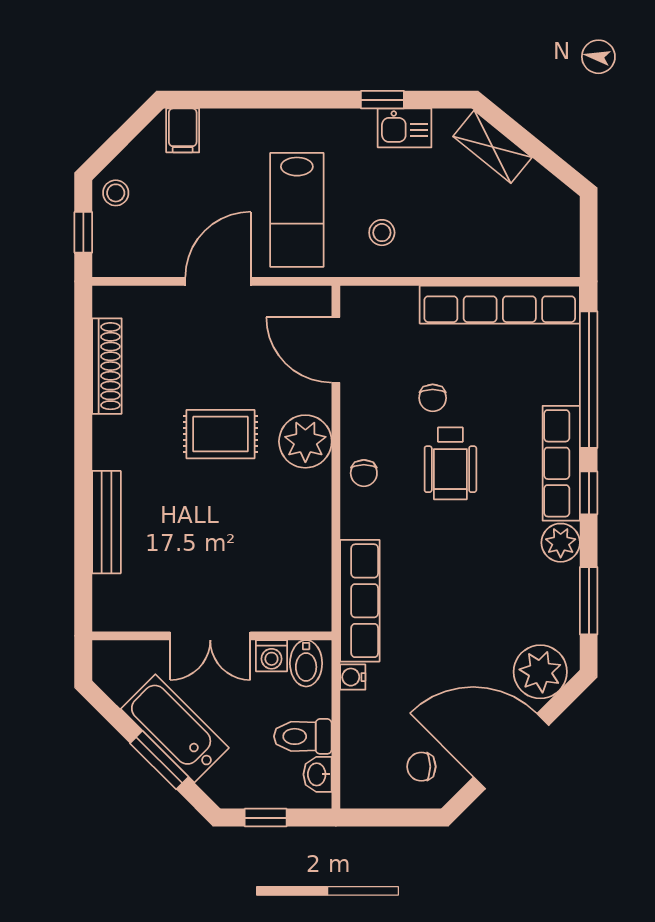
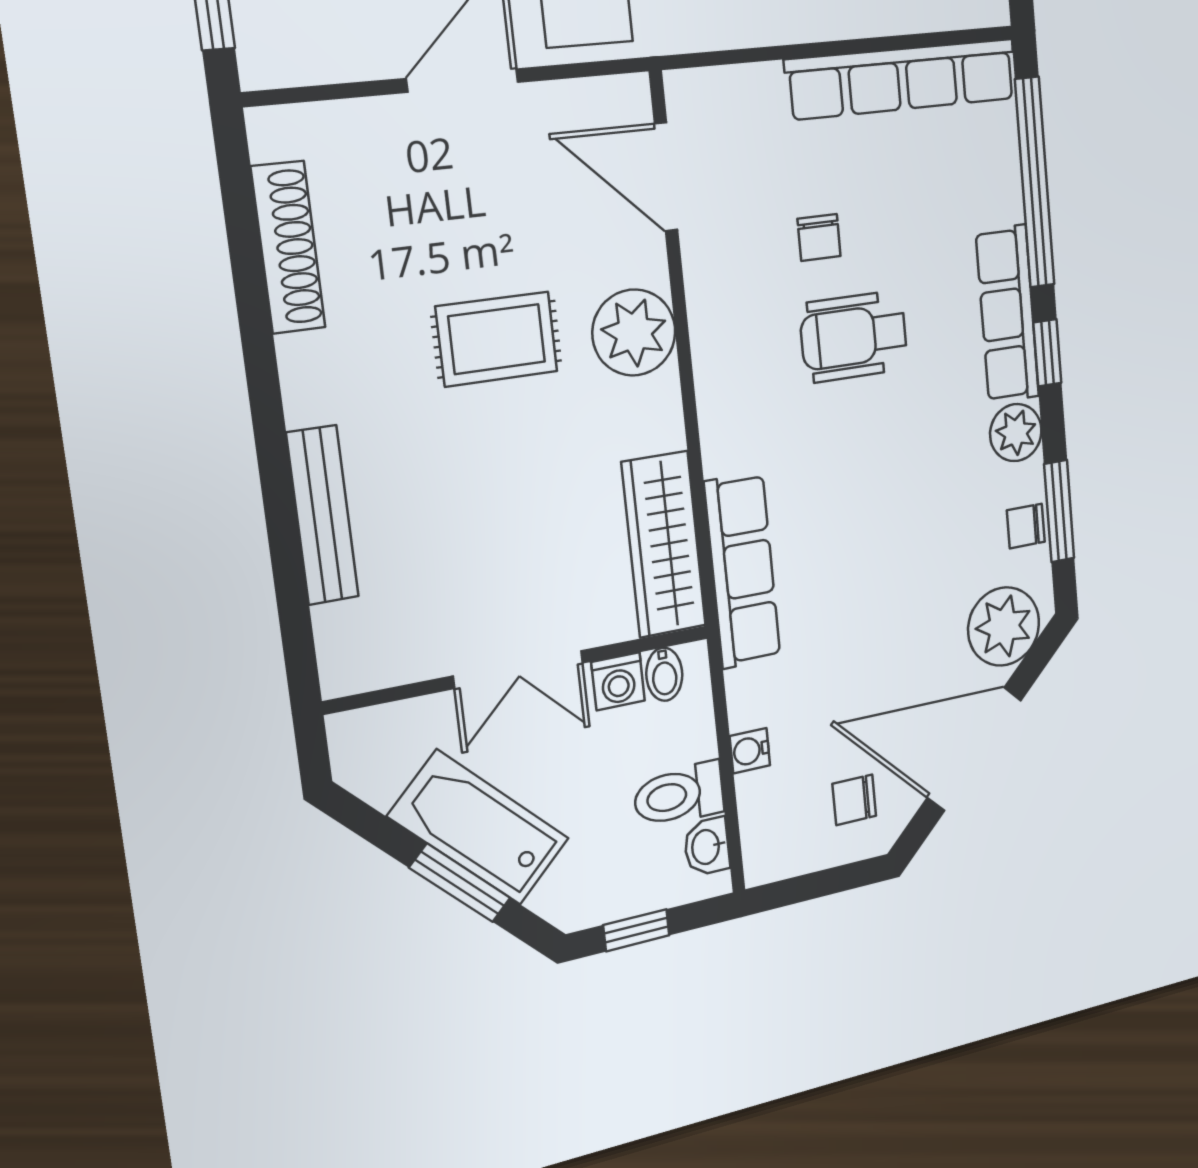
wheelchair: (450, 463) -> (854, 337), turned 90
chair: (364, 473) -> (1026, 526), moved, turned 90
wardrobe: (310, 575) -> (664, 544), added
bidet: (306, 663) -> (664, 674), width x0.72, depth x0.74
water cooler: (353, 677) -> (750, 751), moved

